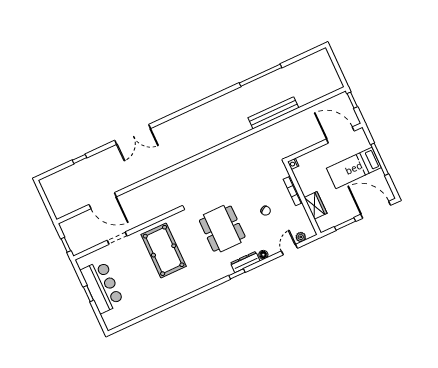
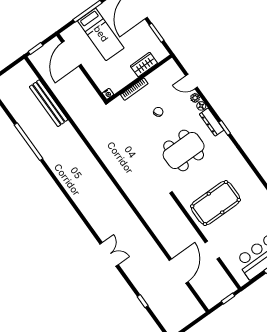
bench: (273, 113) -> (49, 103), moved
double door: (133, 134) -> (109, 254), width x0.73
plant: (301, 237) -> (195, 98), moved

